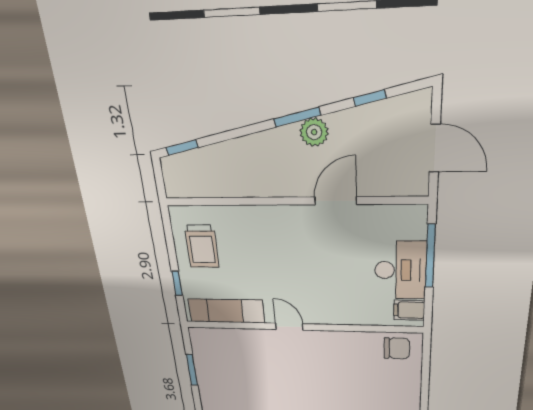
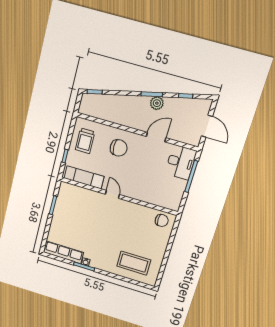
chair: (270, 242) -> (119, 148), added
desk: (400, 270) -> (181, 162), moved
filing cabinet: (409, 310) -> (174, 201), removed

